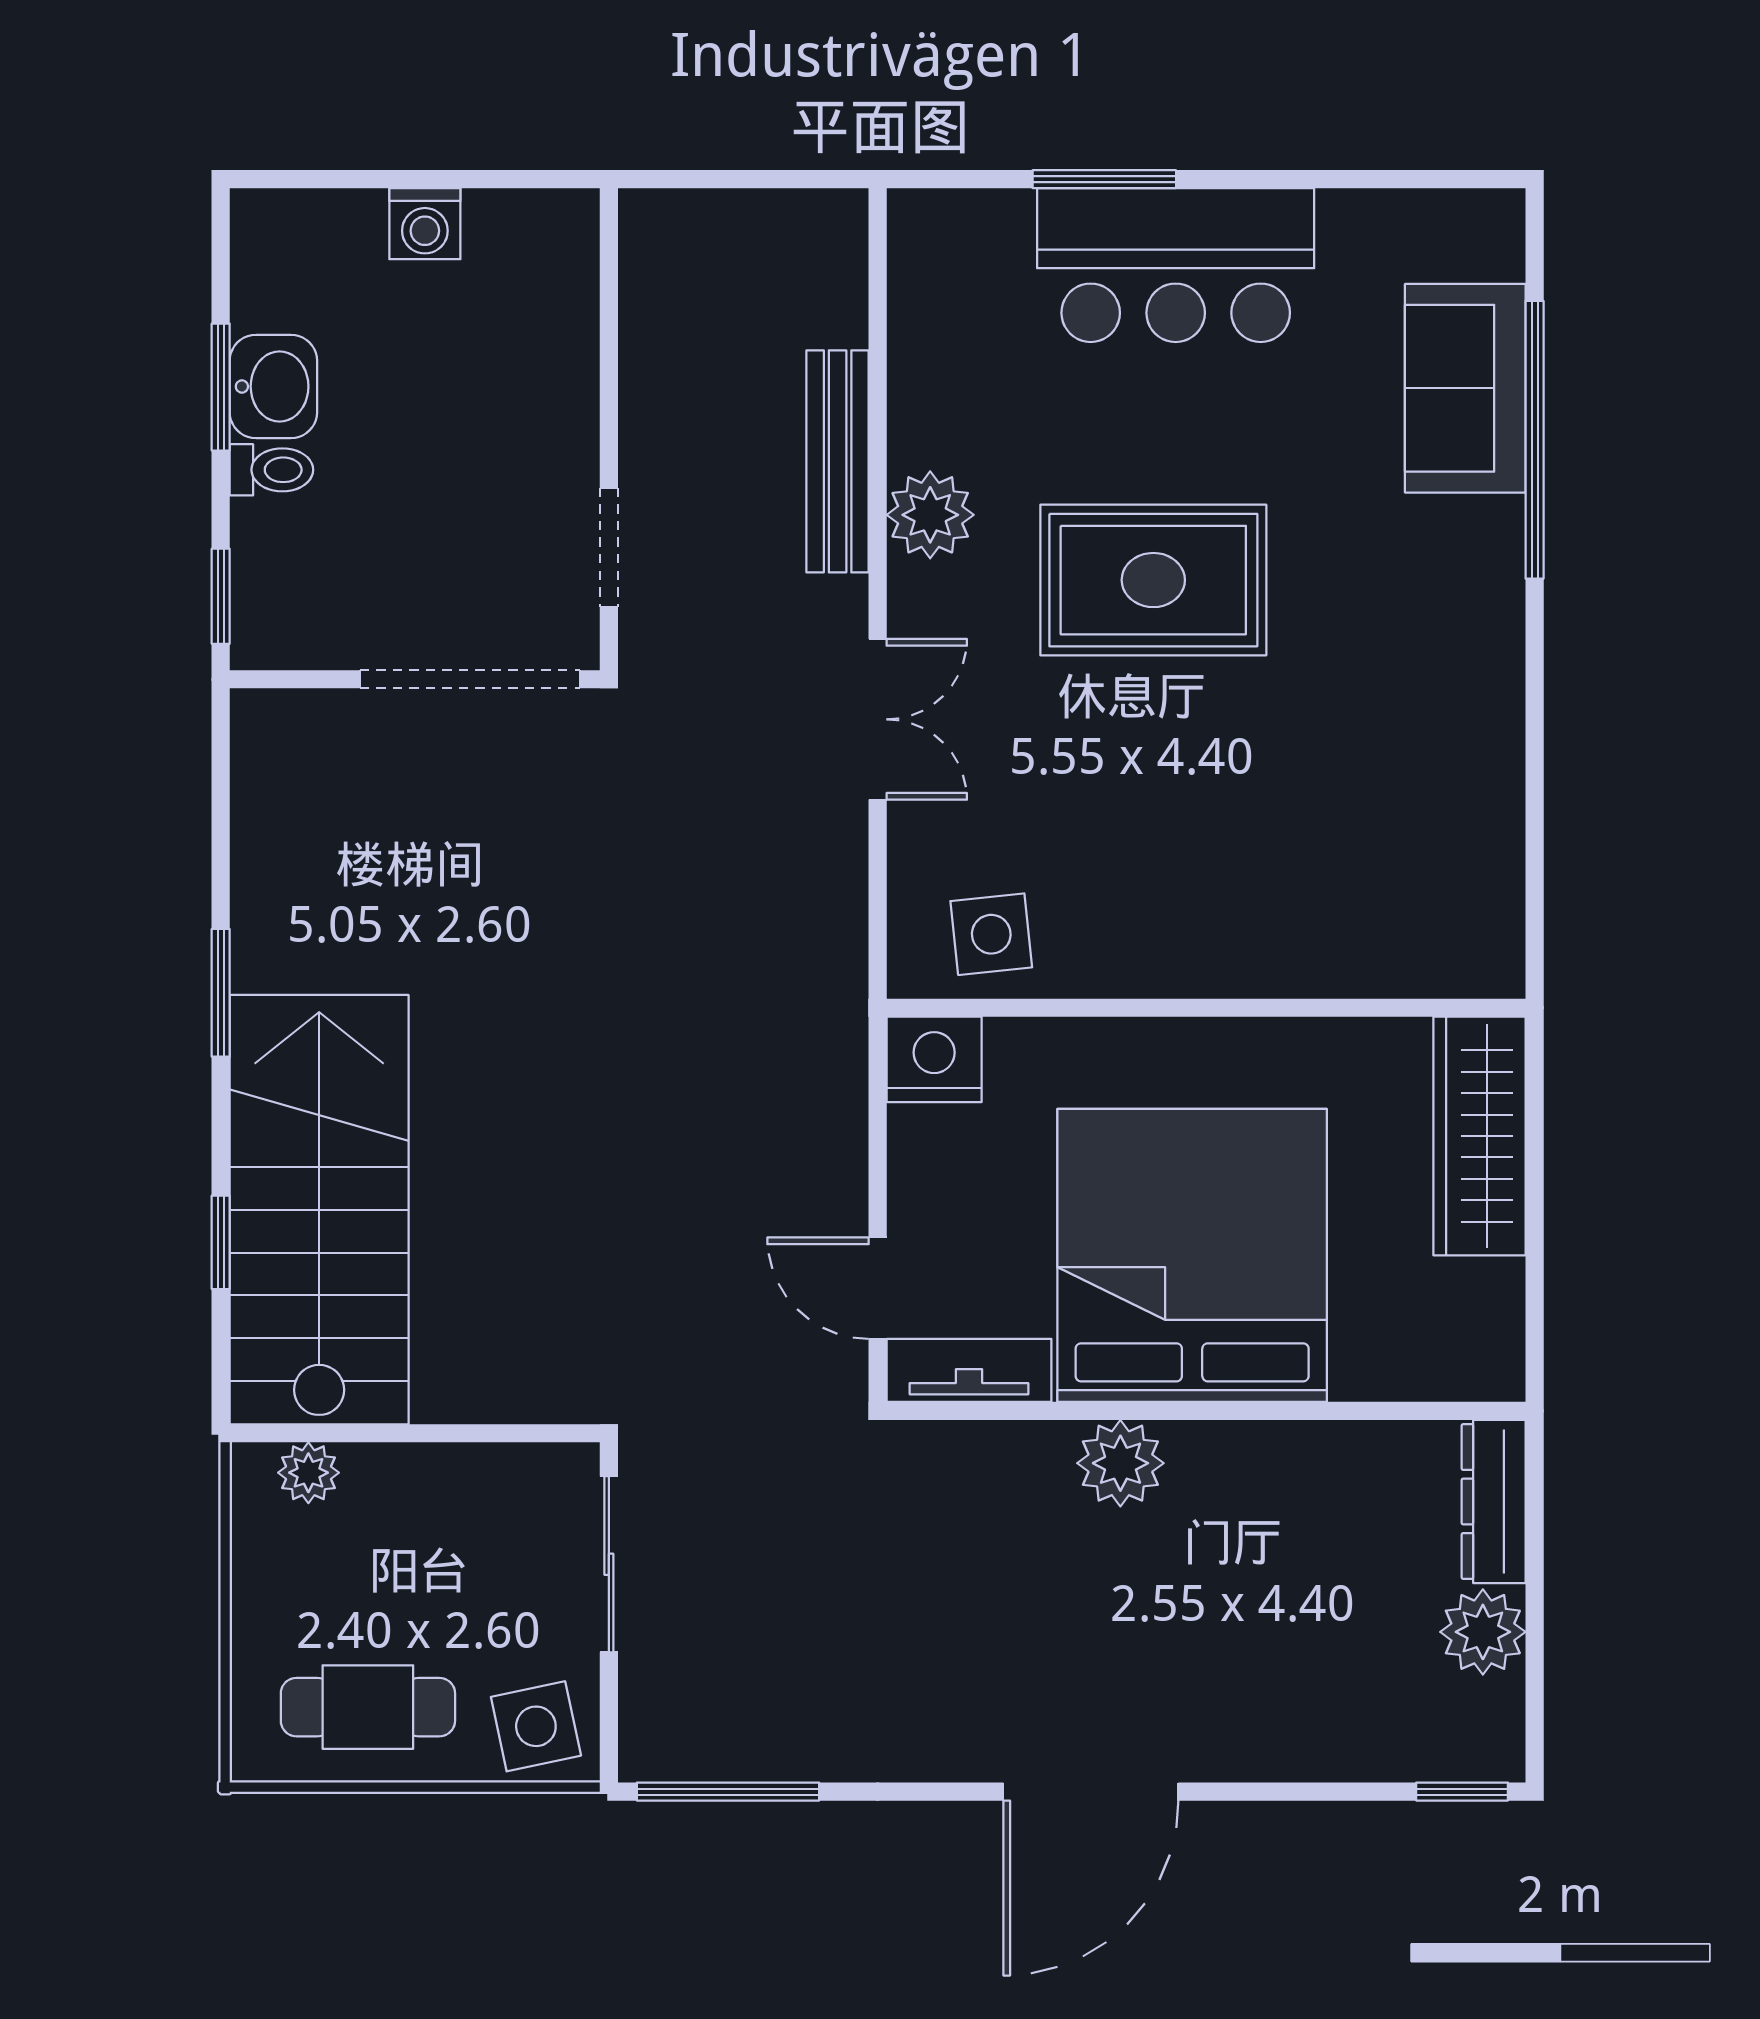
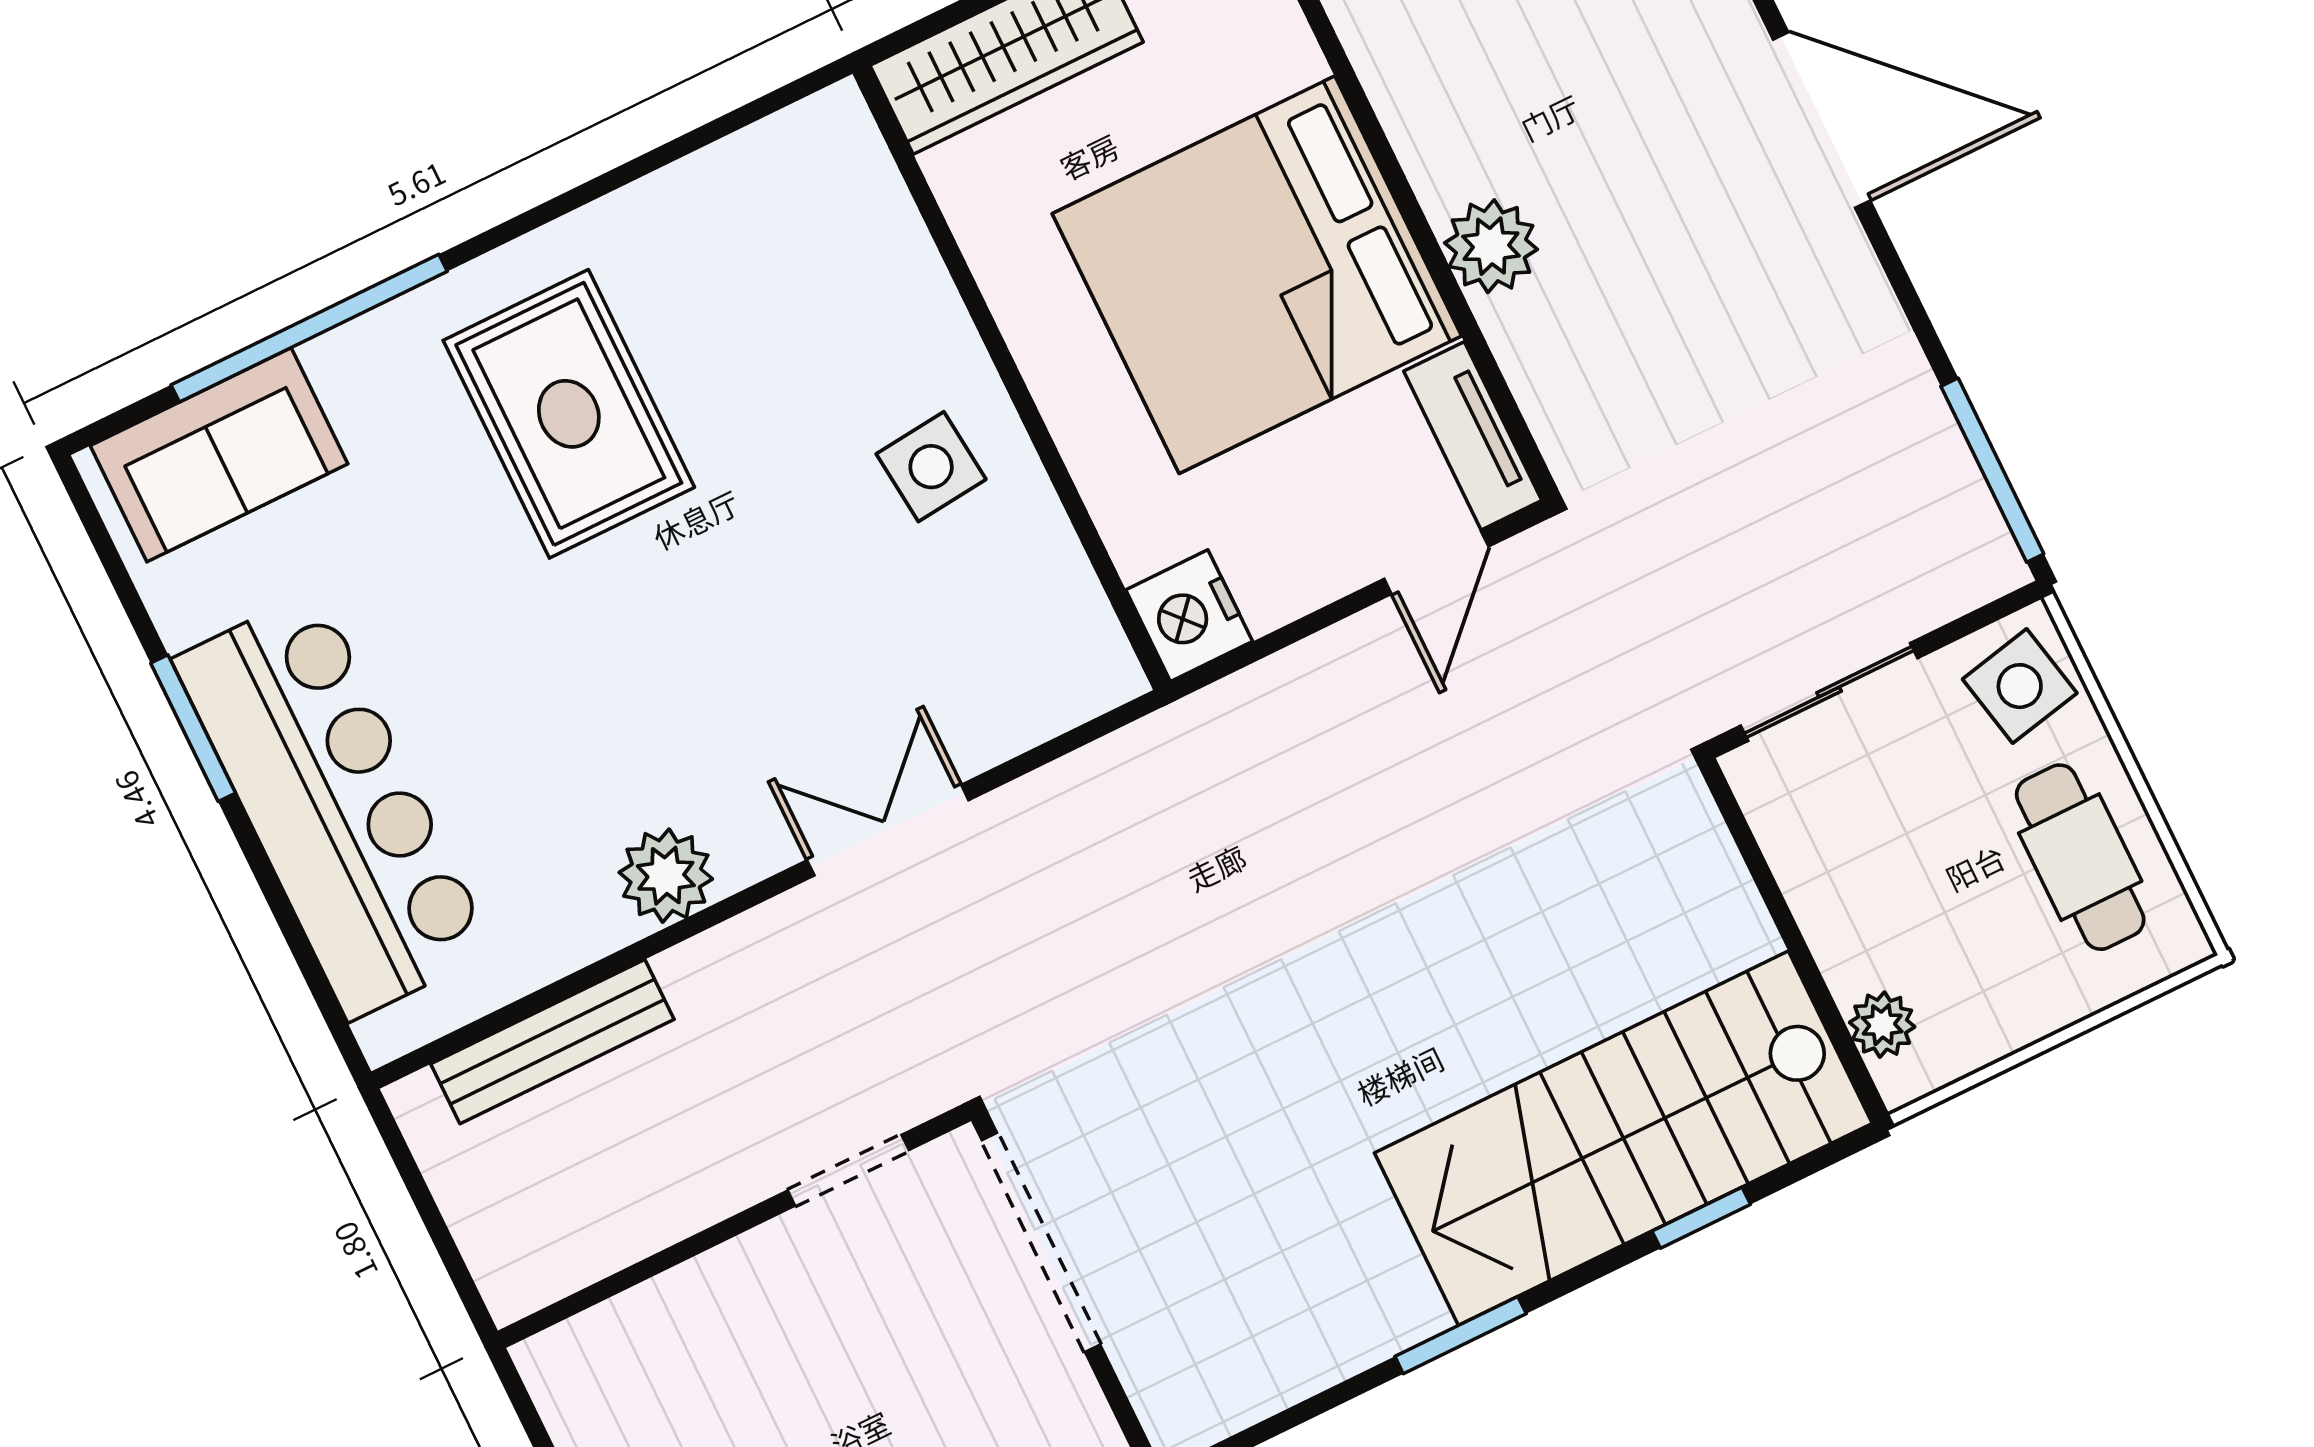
window: (1104, 179) -> (193, 728), moved
bar counter: (1176, 265) -> (333, 805), width x1.36
sofa: (1465, 388) -> (219, 455), moved
bench: (838, 461) -> (552, 1042), moved
rug: (1153, 580) -> (569, 414), moved
side table: (991, 934) -> (931, 467), moved

